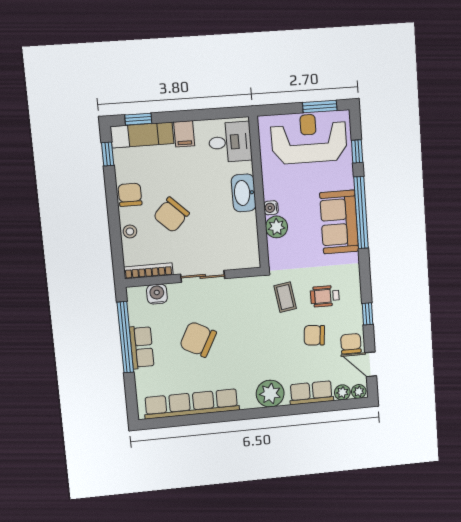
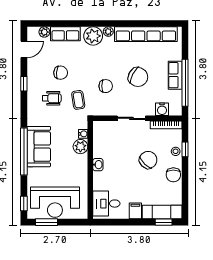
window: (357, 151) -> (24, 203), moved
window: (108, 154) -> (185, 149), moved
washbasin: (244, 193) -> (98, 165), width x0.52, depth x0.69
water cooler: (271, 208) -> (83, 134), moved
chair: (351, 344) -> (106, 86), moved, turned -90
door: (371, 364) -> (24, 49), hinge flipped
plant: (359, 391) -> (108, 32), moved

